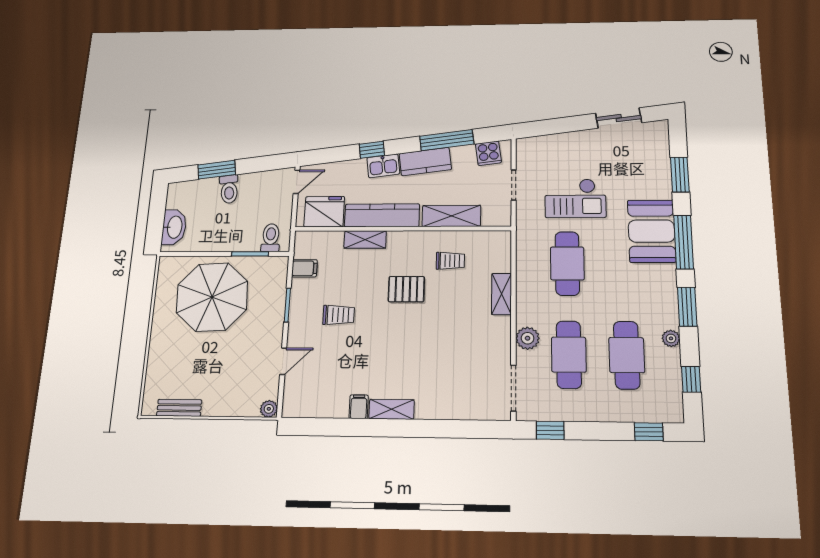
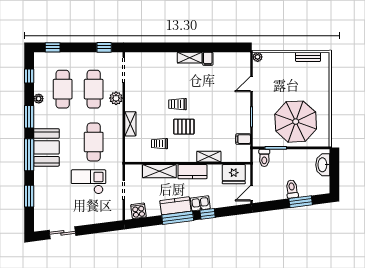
window: (447, 140) -> (178, 218), moved
kitchen counter: (382, 215) -> (192, 172), width x0.67
booth: (651, 231) -> (46, 147), moved
trolley: (339, 315) -> (178, 104), moved

